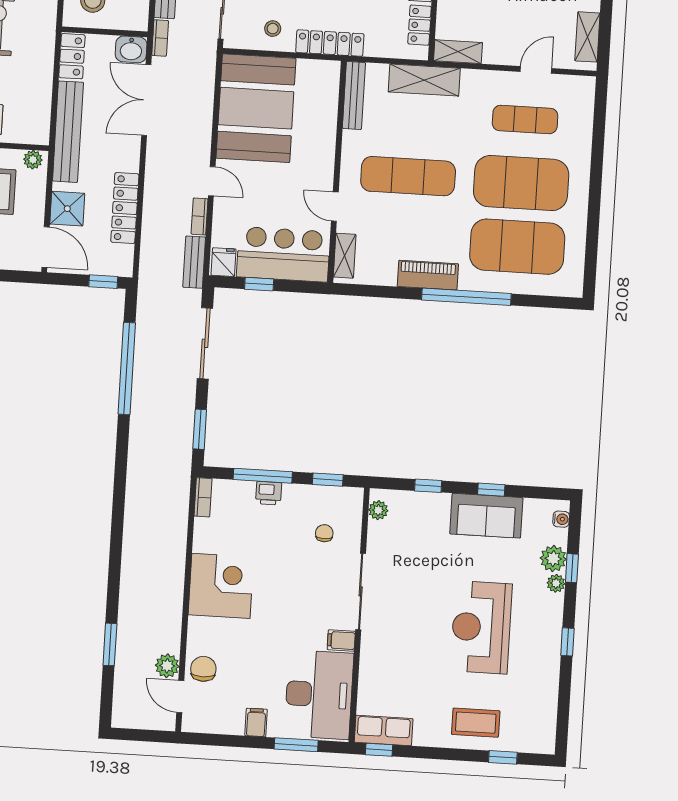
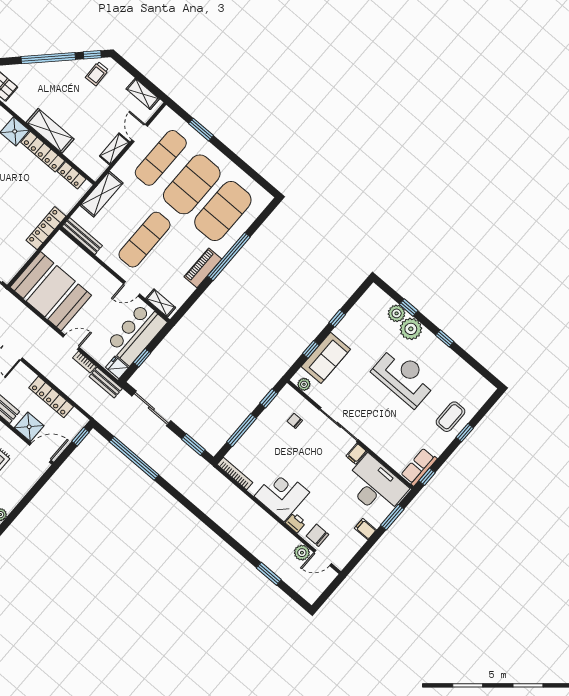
stool: (273, 29) -> (16, 252), removed
shelving: (458, 52) -> (114, 149), moved
exercise mat: (525, 119) -> (161, 158), width x1.36, depth x1.45
window: (598, 143) -> (201, 130), added
printer: (269, 493) -> (296, 523), moved, turned -90
bookcase: (203, 497) -> (235, 474), width x1.56
sofa: (486, 516) -> (326, 358), moved
water cooler: (561, 519) -> (379, 294), removed
plant: (556, 583) -> (411, 329), width x1.88, depth x1.88
reception desk: (481, 627) -> (404, 377), turned 180
window: (503, 757) -> (465, 433), moved

